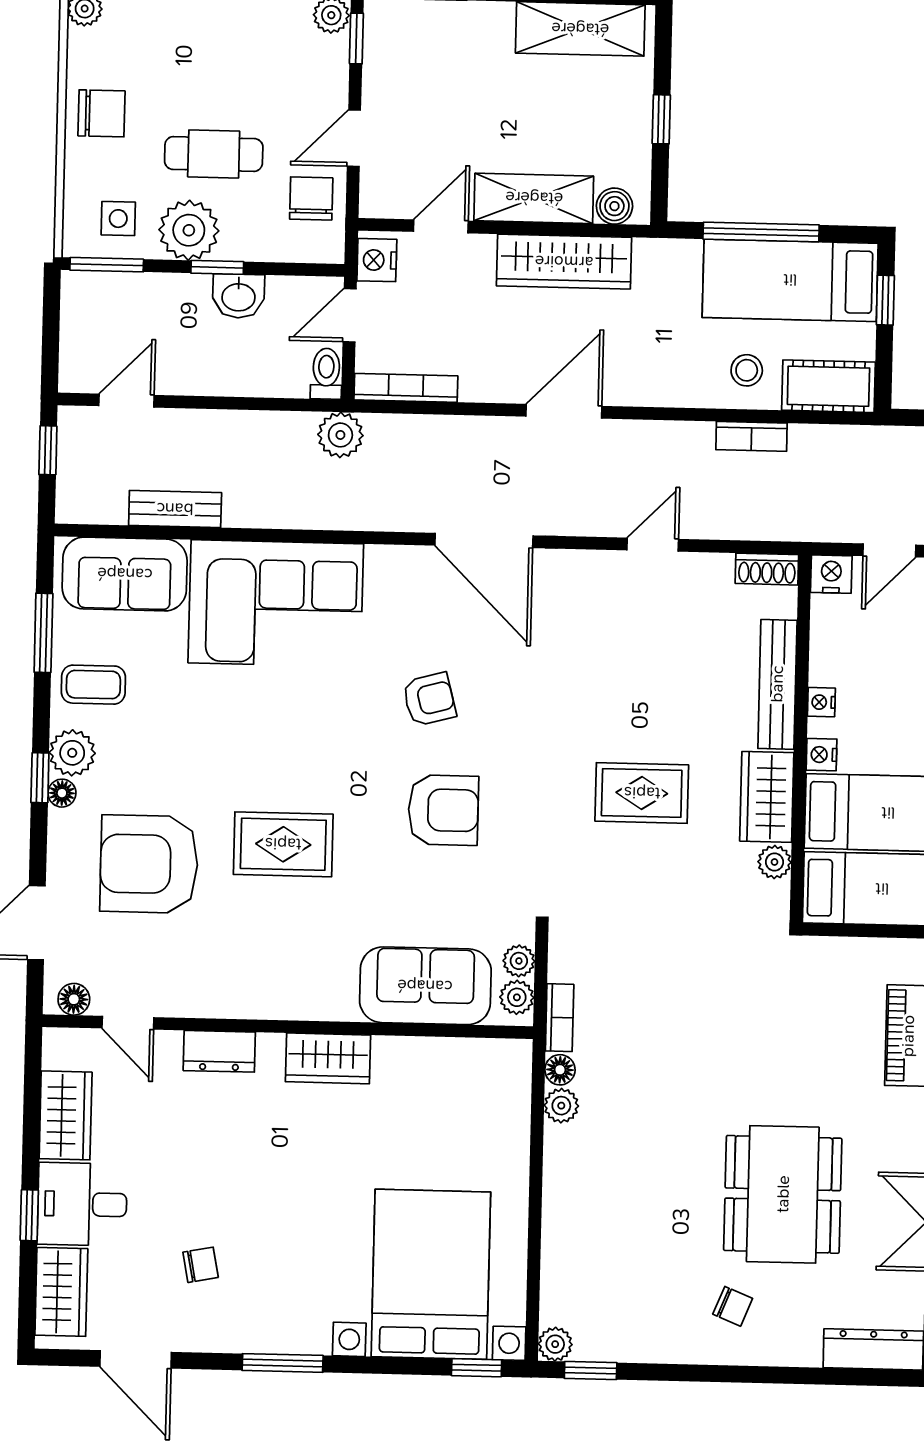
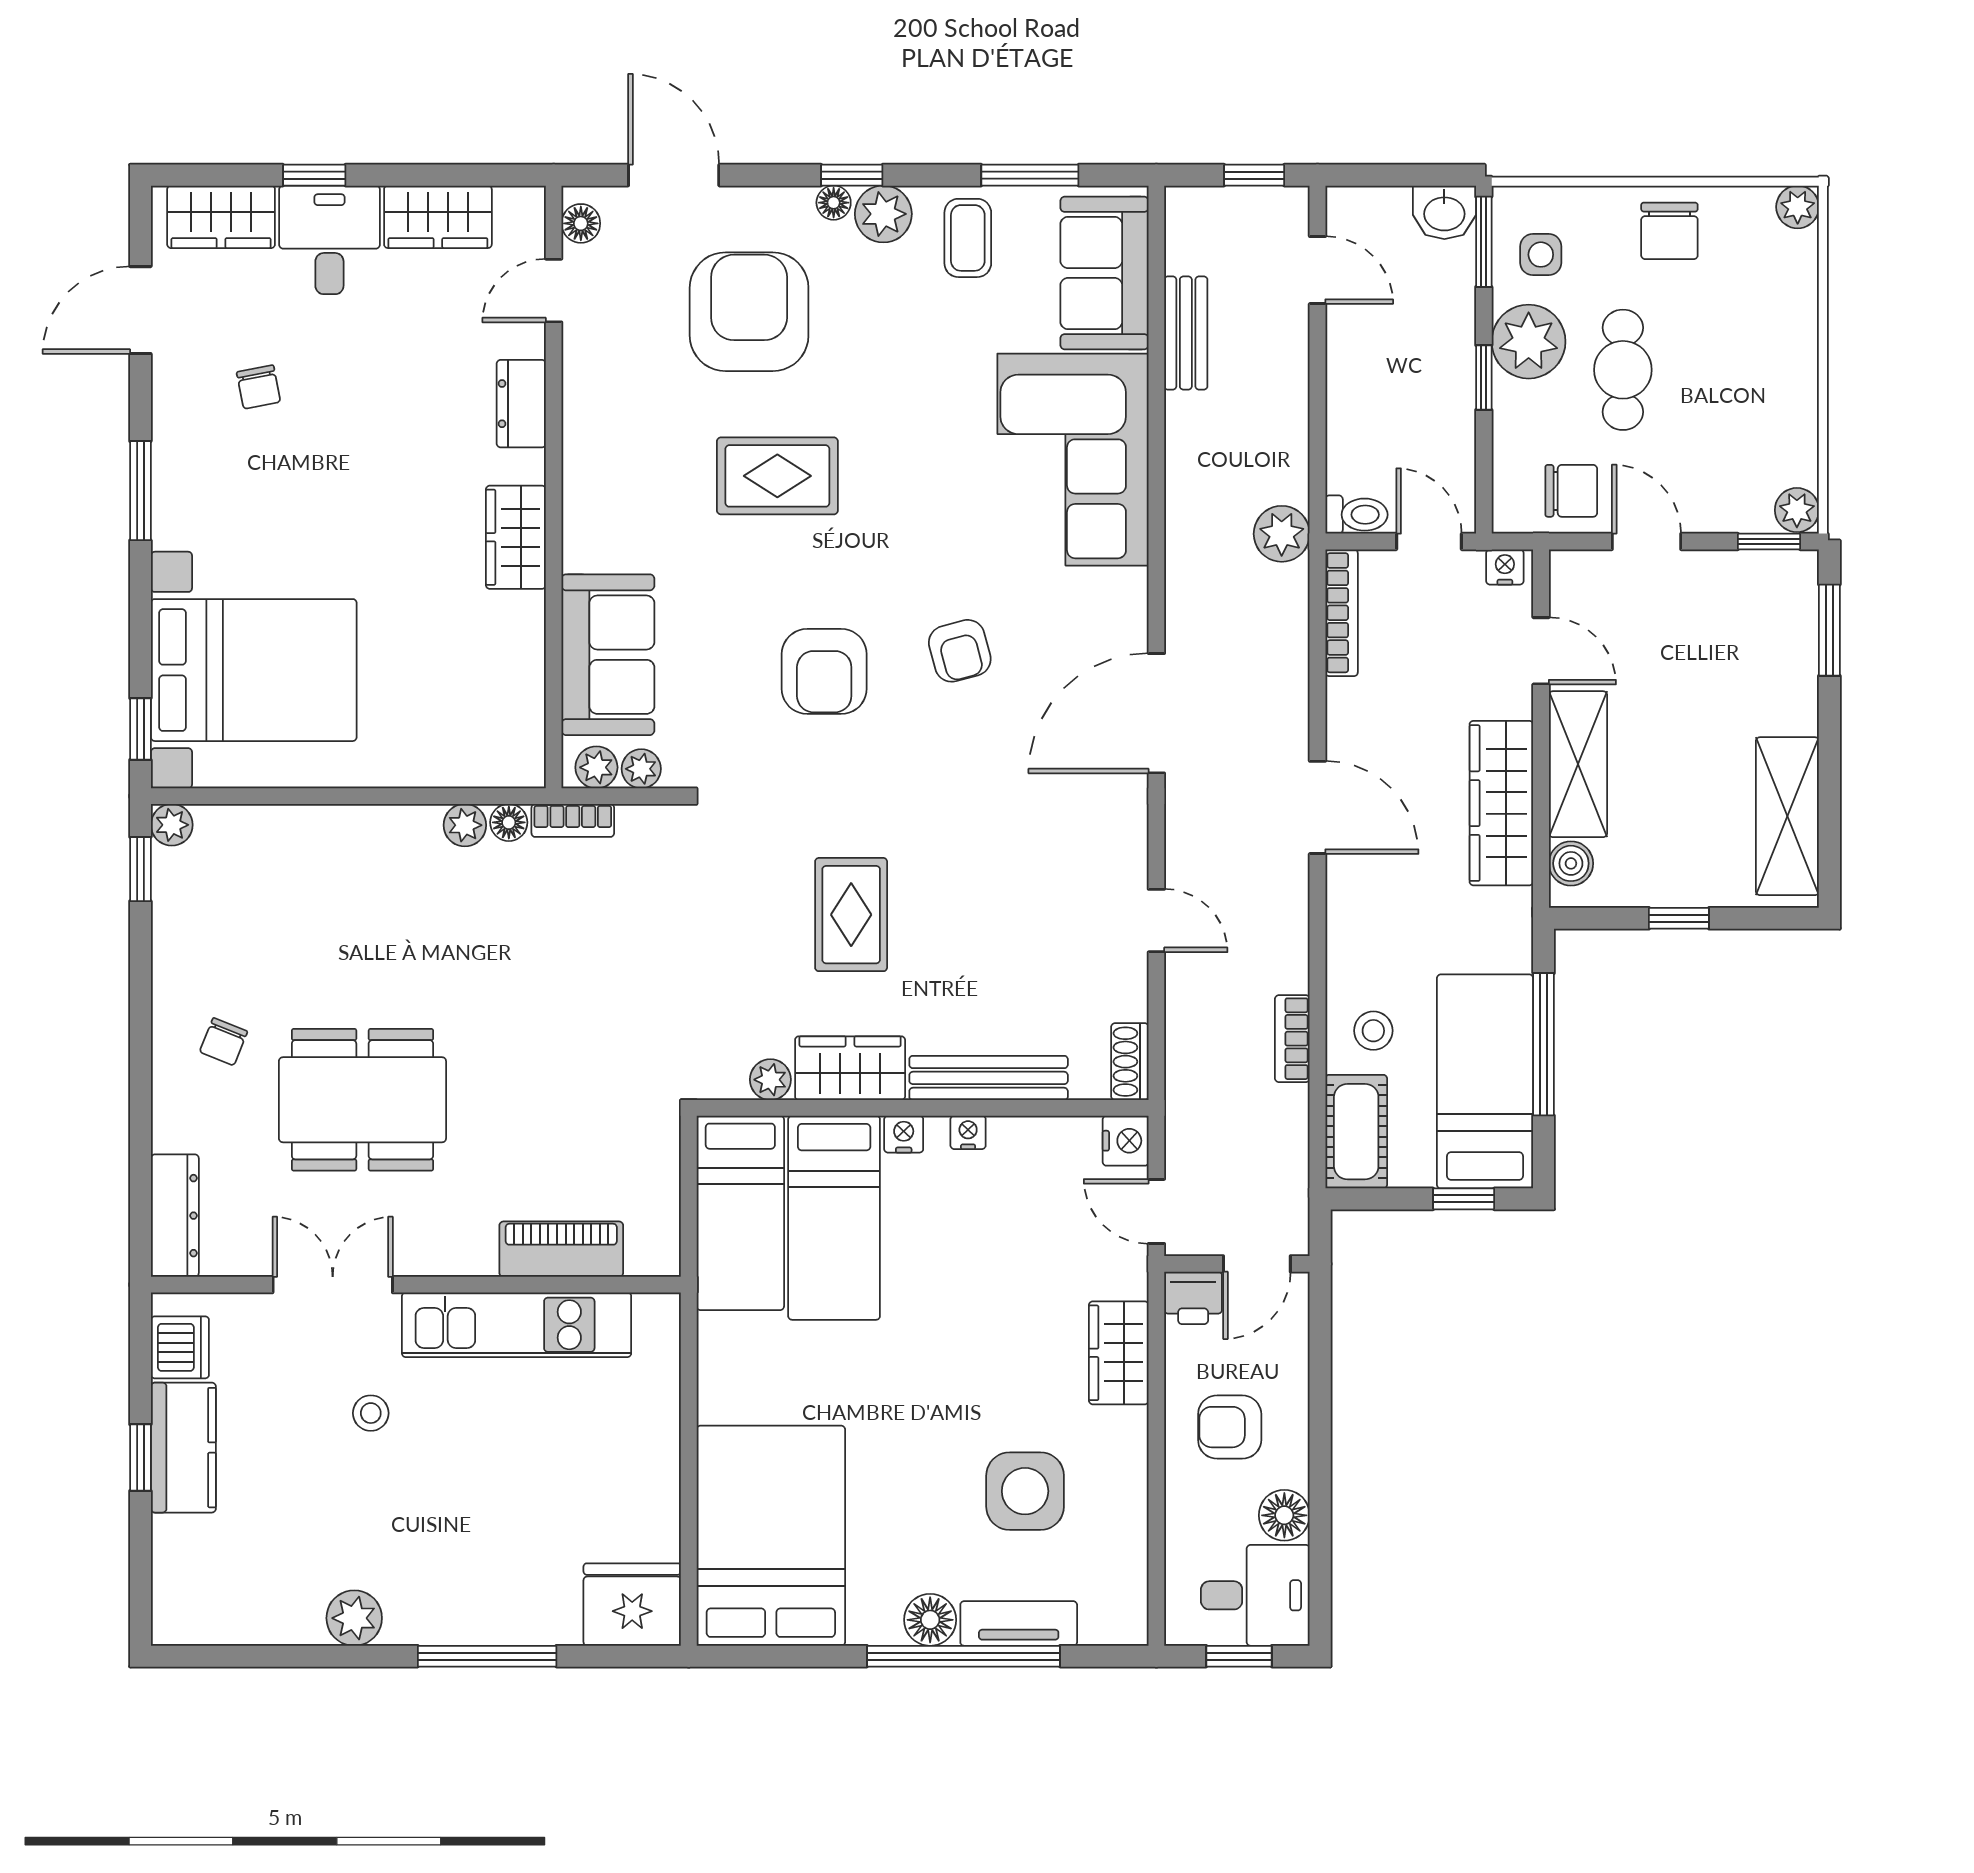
nightstand: (377, 260) -> (1505, 567), width x0.72, depth x0.74
washbasin: (239, 296) -> (1444, 212), moved, turned -90
rug: (283, 844) -> (777, 476), turned 90

